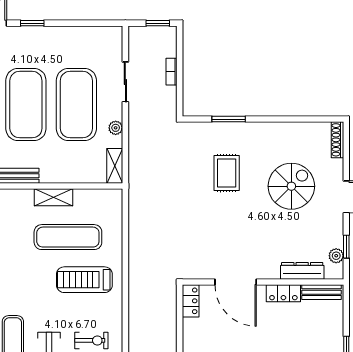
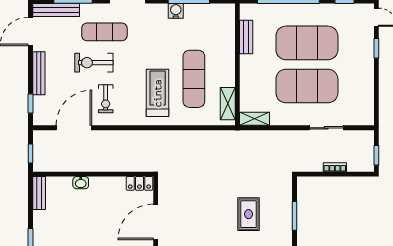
plant: (116, 128) -> (287, 119), removed
rug: (227, 173) -> (249, 214), turned 90
shelving: (53, 197) -> (228, 104), moved

